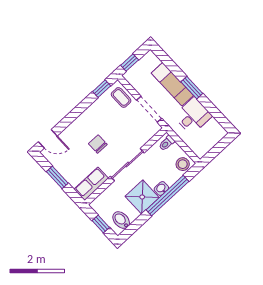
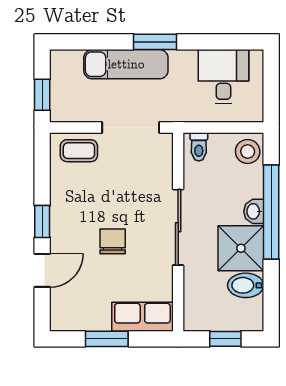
window: (102, 89) -> (42, 221), moved
desk: (193, 116) -> (223, 77), moved
door: (48, 139) -> (42, 270), moved
chair: (98, 144) -> (113, 241), turned 90
row of seats: (91, 184) -> (142, 317), moved, turned 90
bidet: (121, 220) -> (246, 285), moved

